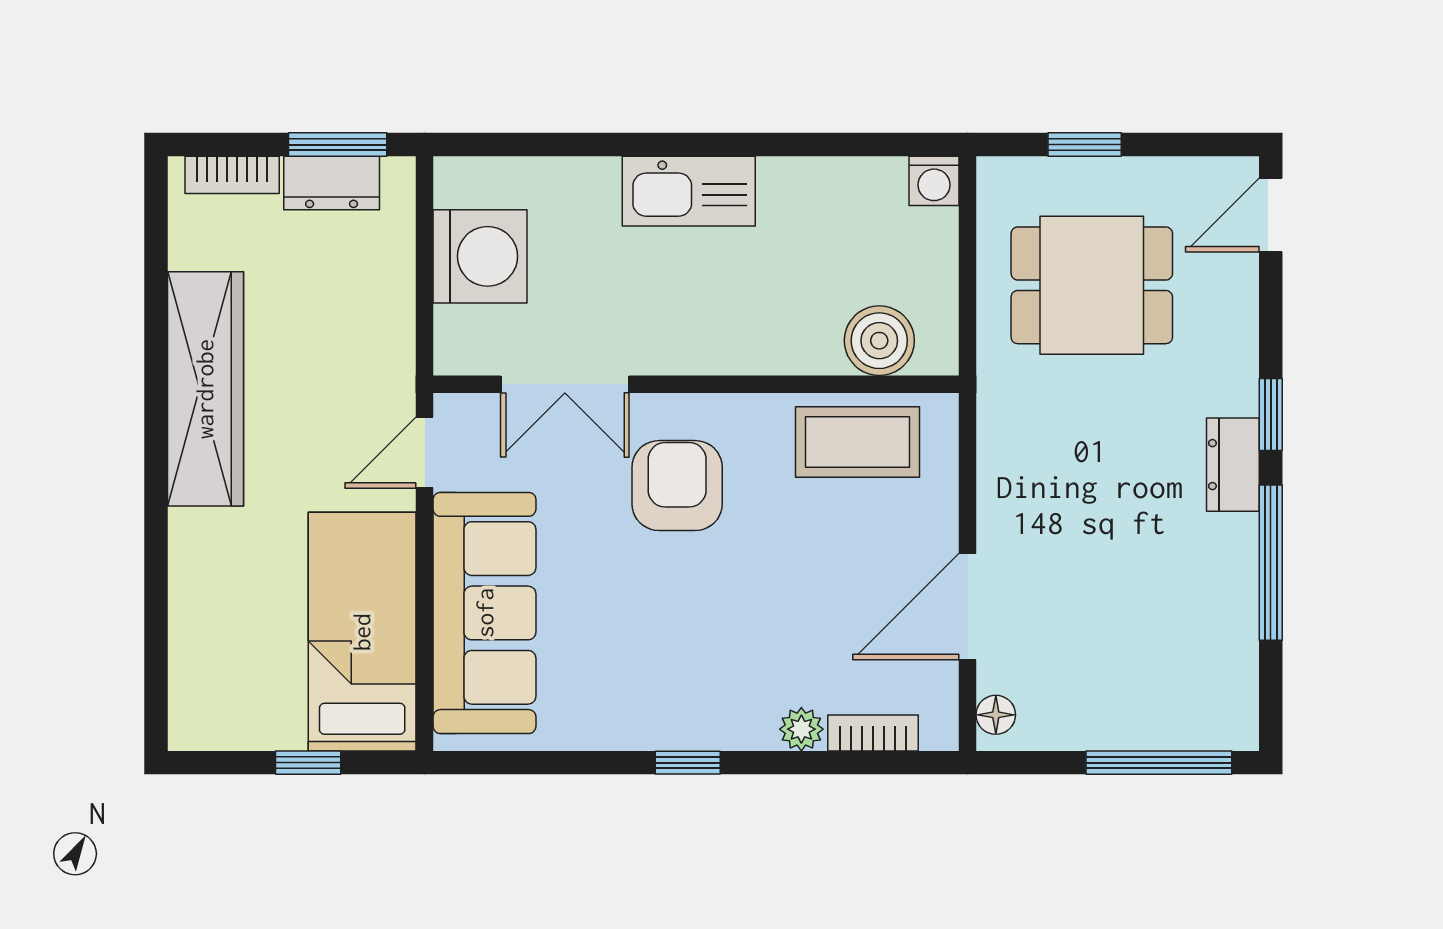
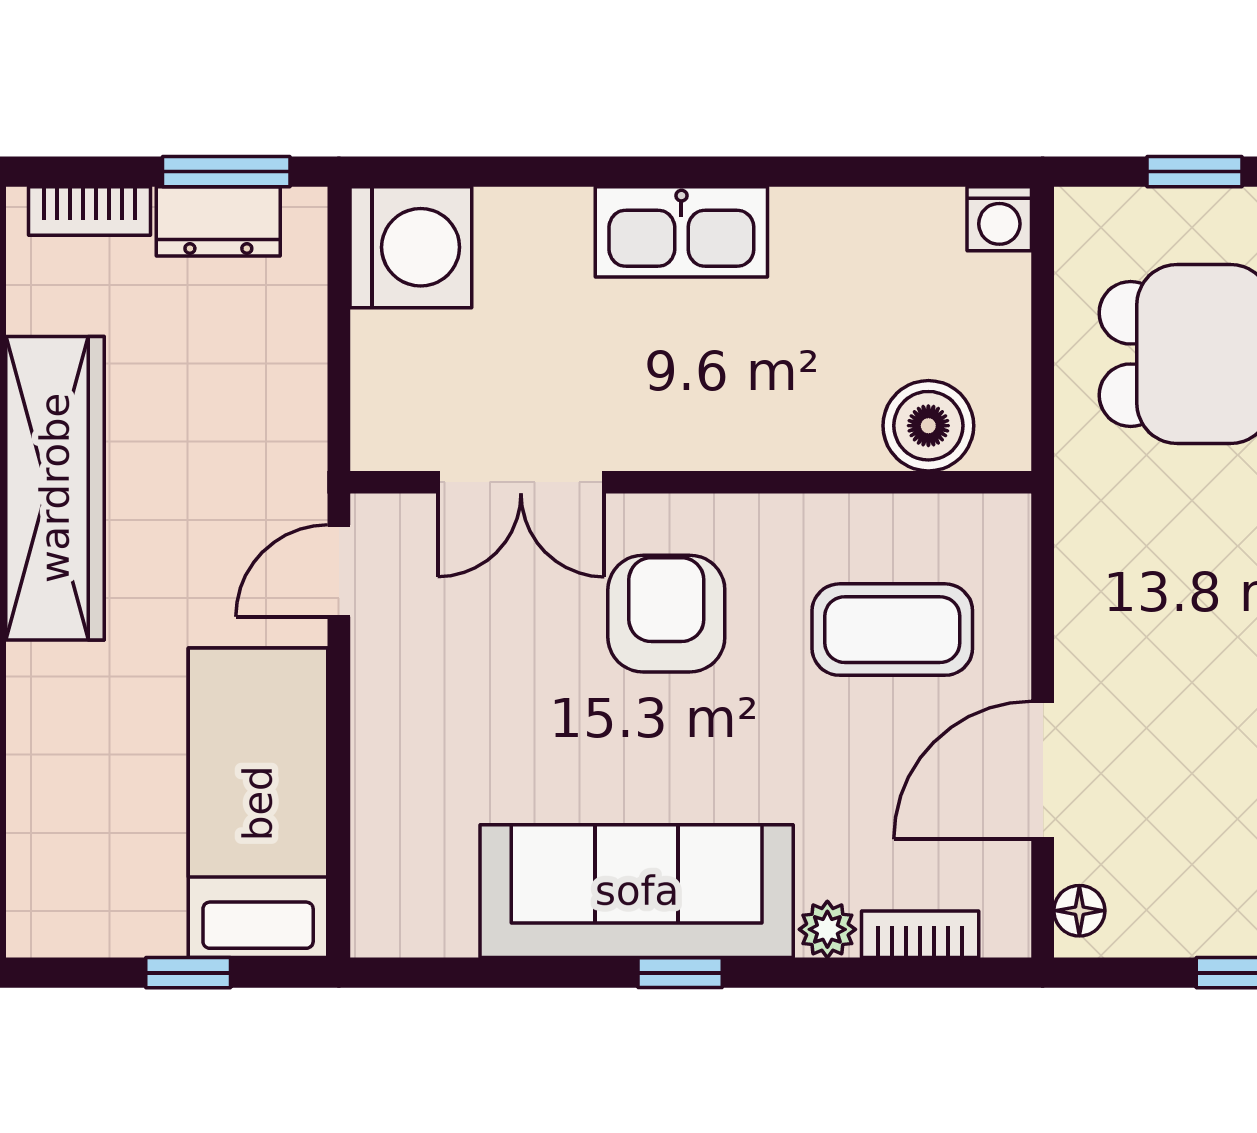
washing machine: (480, 256) -> (411, 247), moved
coffee table: (858, 442) -> (892, 630), moved
sofa: (485, 613) -> (637, 891), moved, turned -90

